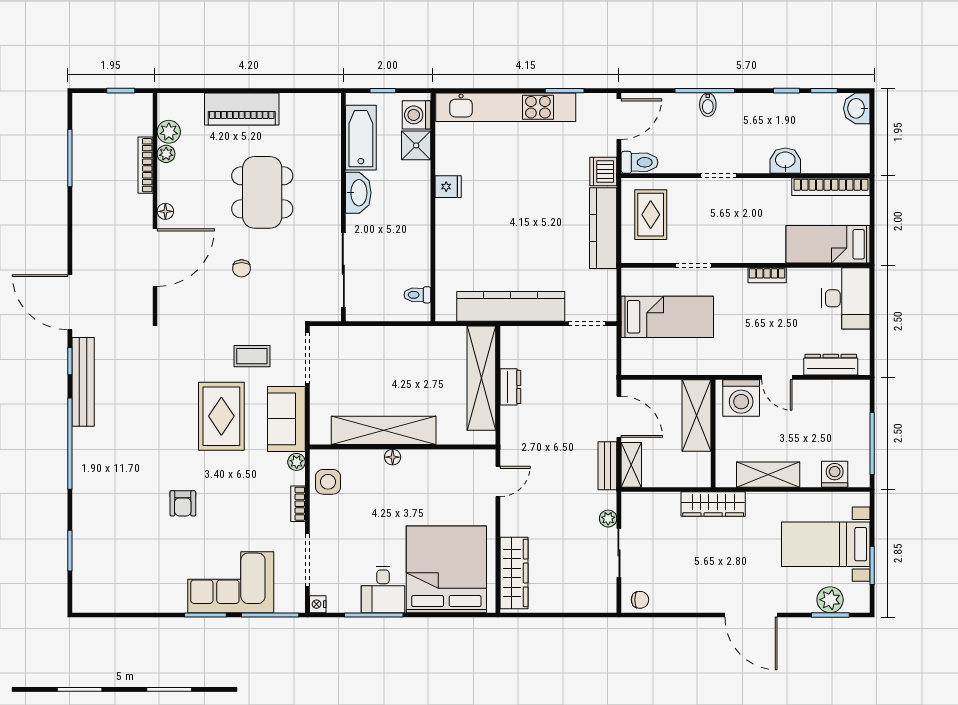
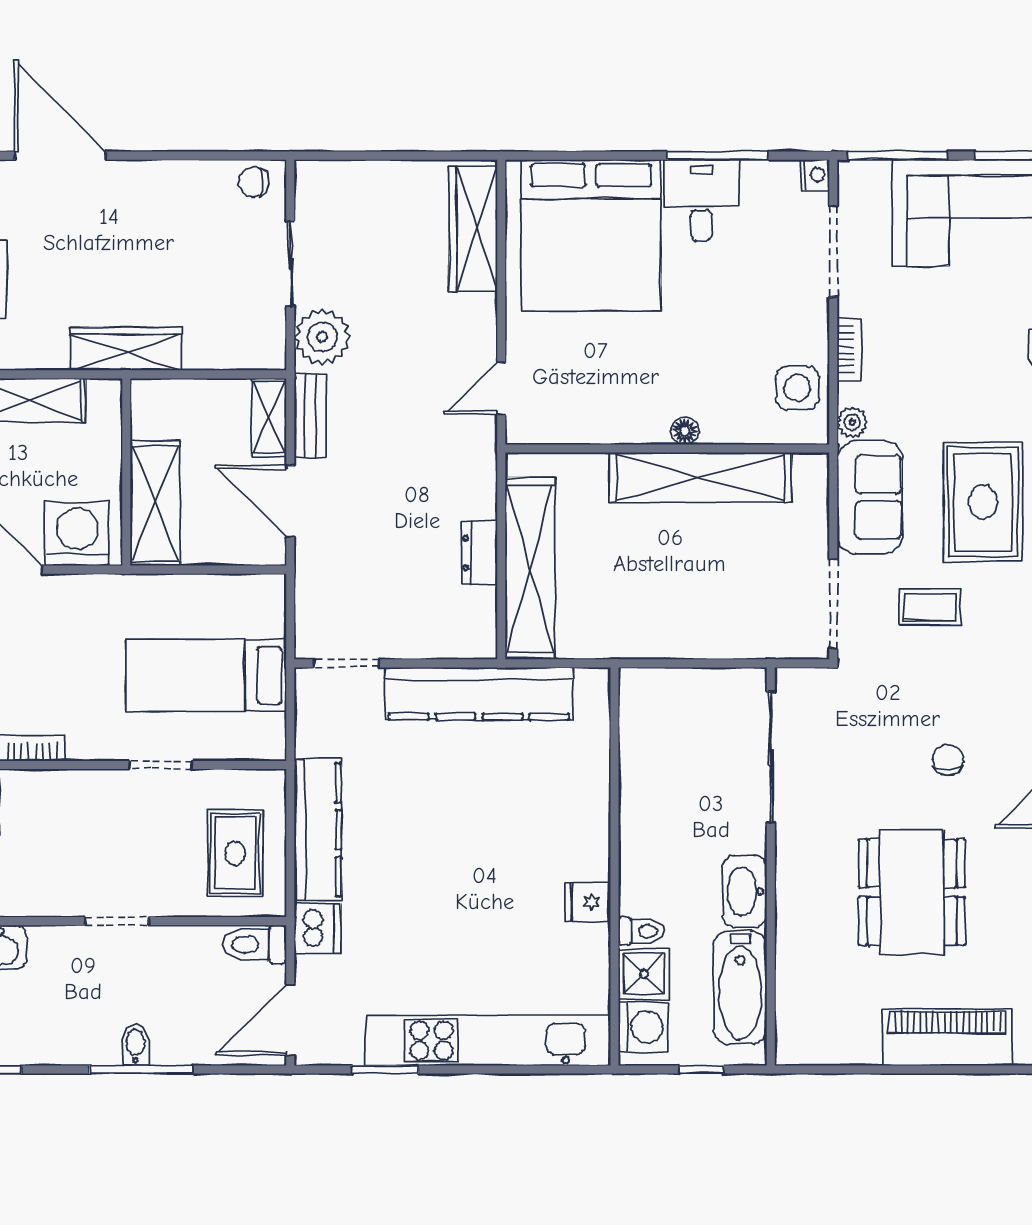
toilet: (417, 295) -> (642, 931), moved
plant: (608, 519) -> (322, 337), width x1.87, depth x1.87

